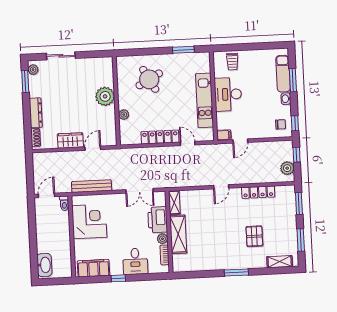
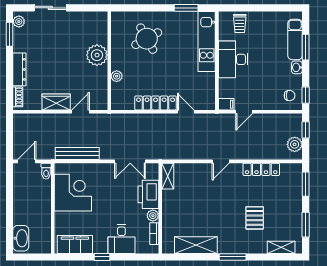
kitchen unit: (204, 100) -> (207, 41), moved
shelving: (178, 234) -> (196, 245), moved, turned 90

